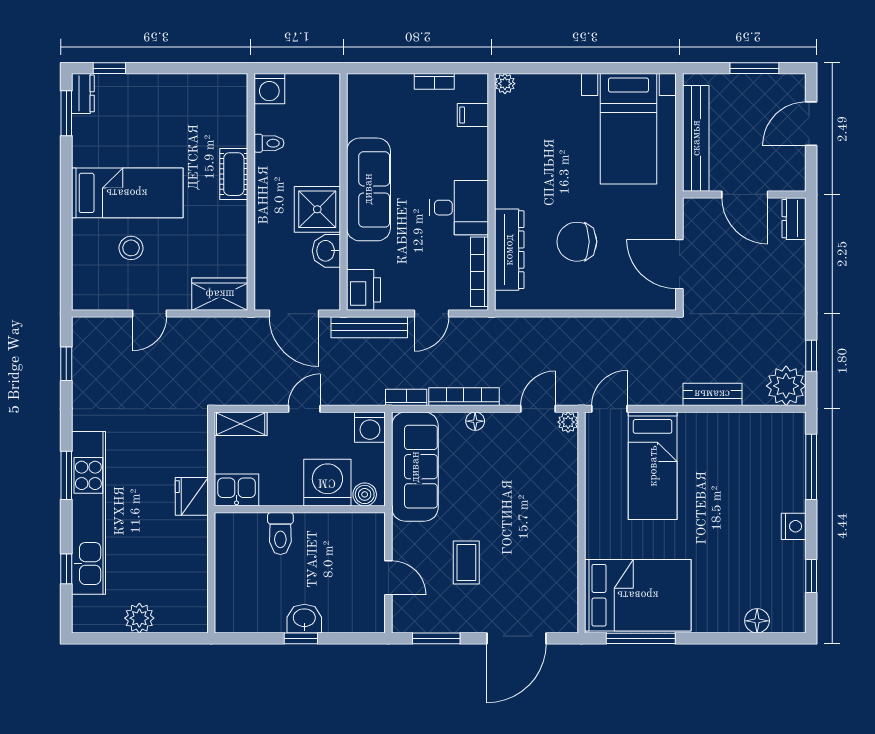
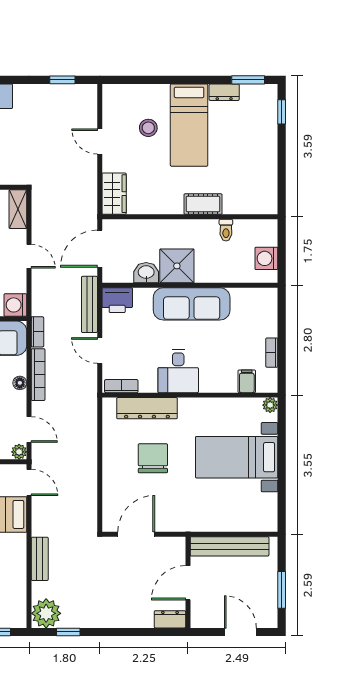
washing machine: (269, 89) -> (266, 258), moved
dresser: (83, 93) -> (224, 92), moved
bed with nightstands: (629, 129) -> (237, 457), moved
bookcase: (479, 272) -> (121, 386), width x0.64

